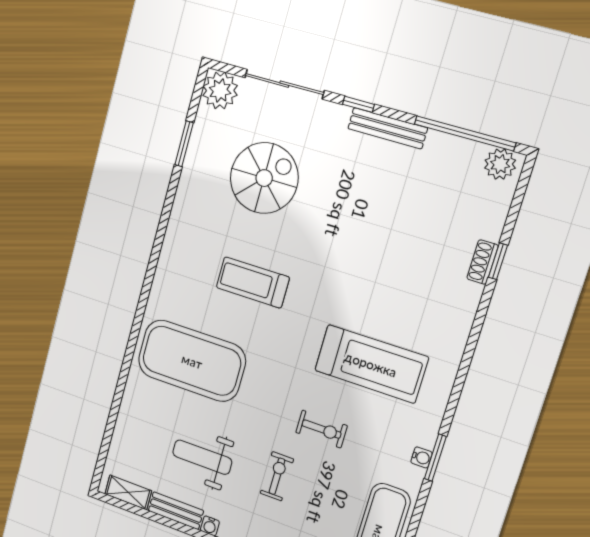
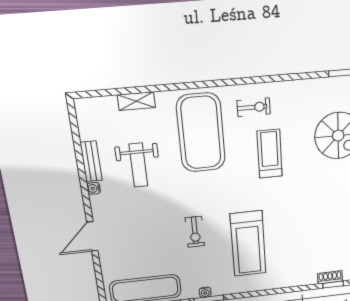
weight bench: (202, 457) -> (138, 165), turned 180
exercise bike: (277, 476) -> (254, 107), moved
shelving: (128, 492) -> (136, 101), moved, turned 90

